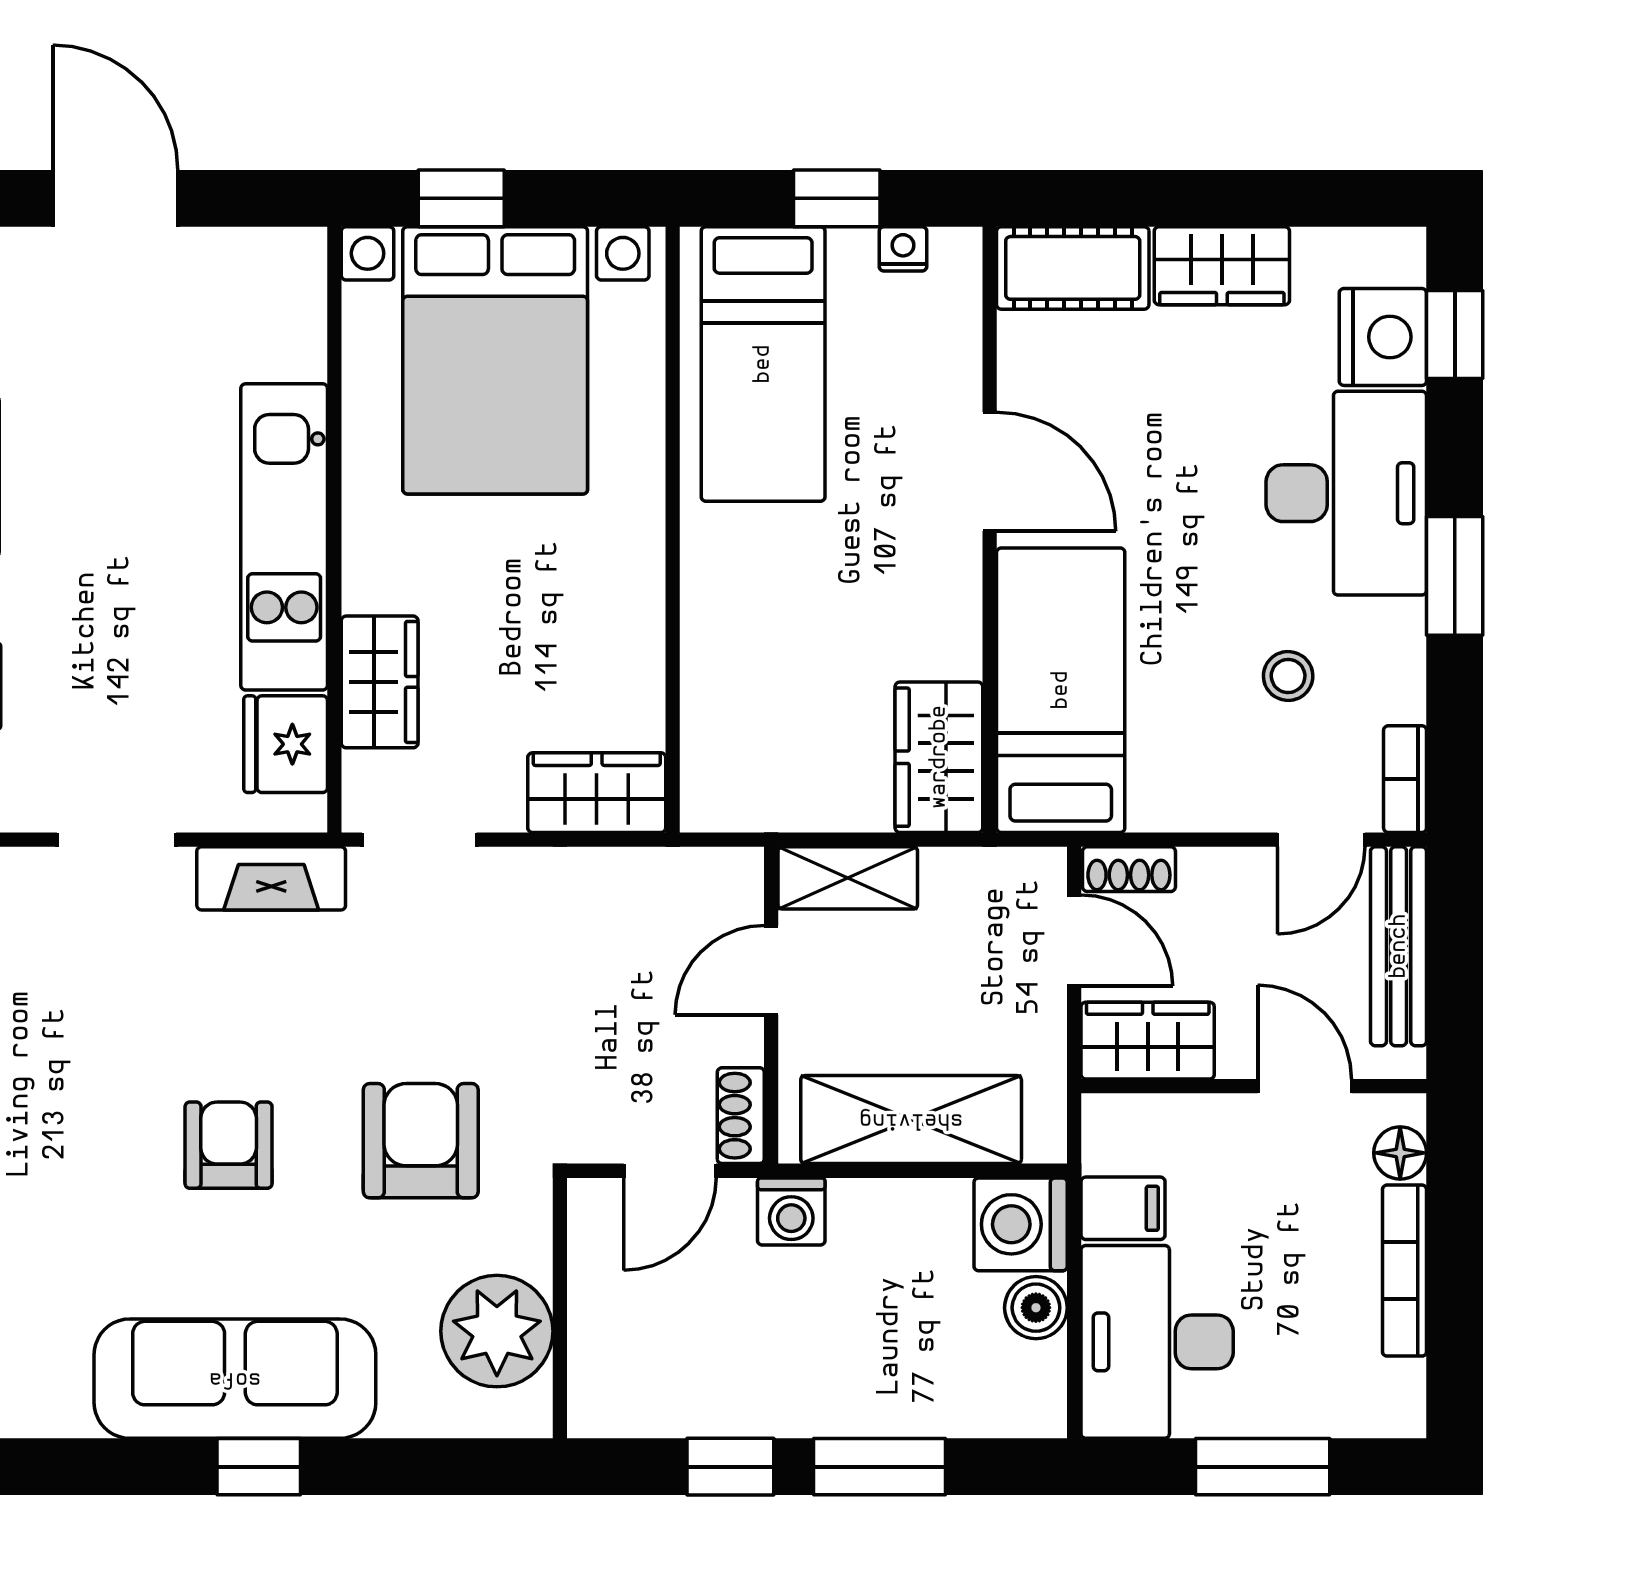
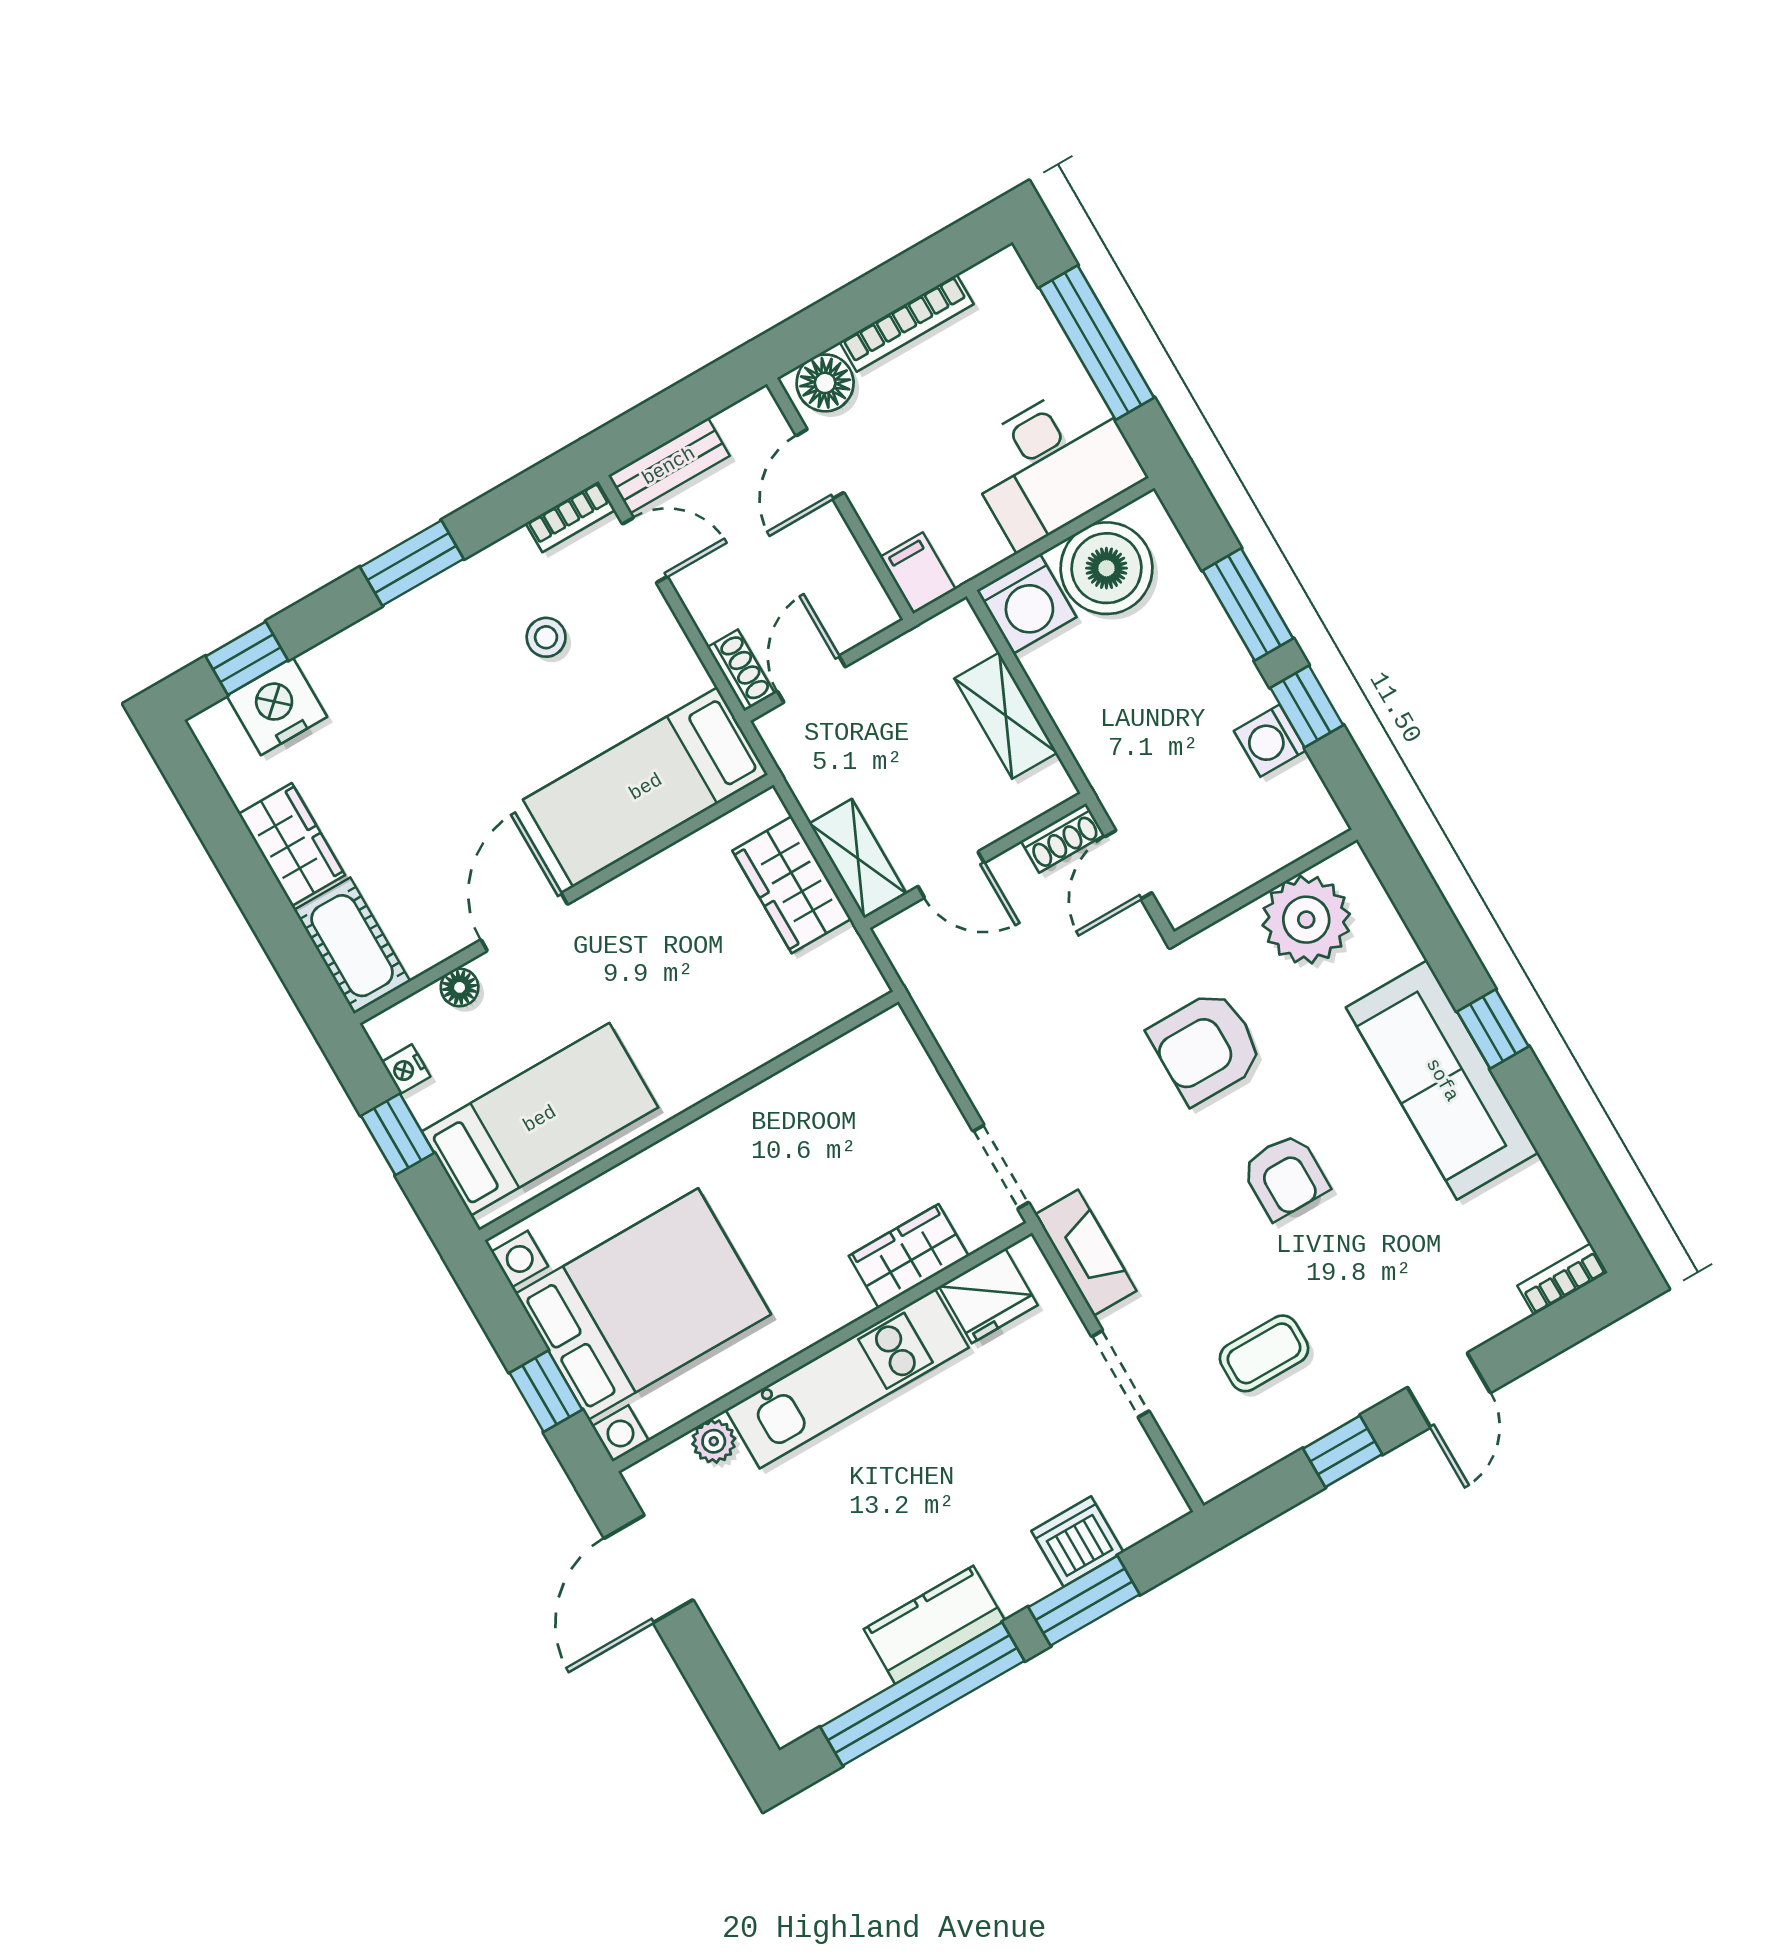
door: (115, 198) -> (649, 1569), moved
plant: (300, 351) -> (714, 1441), added
floor lamp: (959, 359) -> (460, 987), added
desk: (1346, 493) -> (398, 670), removed
wardrobe: (939, 757) -> (792, 885), moved, turned 90
wardrobe: (597, 793) -> (899, 1064), removed
bench: (1399, 946) -> (669, 466), width x0.73
coffee table: (48, 1010) -> (1264, 1353), added
wardrobe: (1148, 1041) -> (851, 589), removed
shelving: (911, 1120) -> (1006, 716), width x0.67, depth x0.75
armchair: (229, 1145) -> (1285, 1176), turned -90
floor lamp: (1400, 1153) -> (825, 383), width x1.37, depth x1.37
door: (670, 1171) -> (1128, 865), swing flipped
filing cabinet: (1123, 1208) -> (918, 573), moved
washing machine: (791, 1211) -> (1270, 741), moved, turned 180
boiler: (1036, 1308) -> (1106, 568), width x1.86, depth x1.86
window: (1263, 1467) -> (1097, 343), width x1.44

